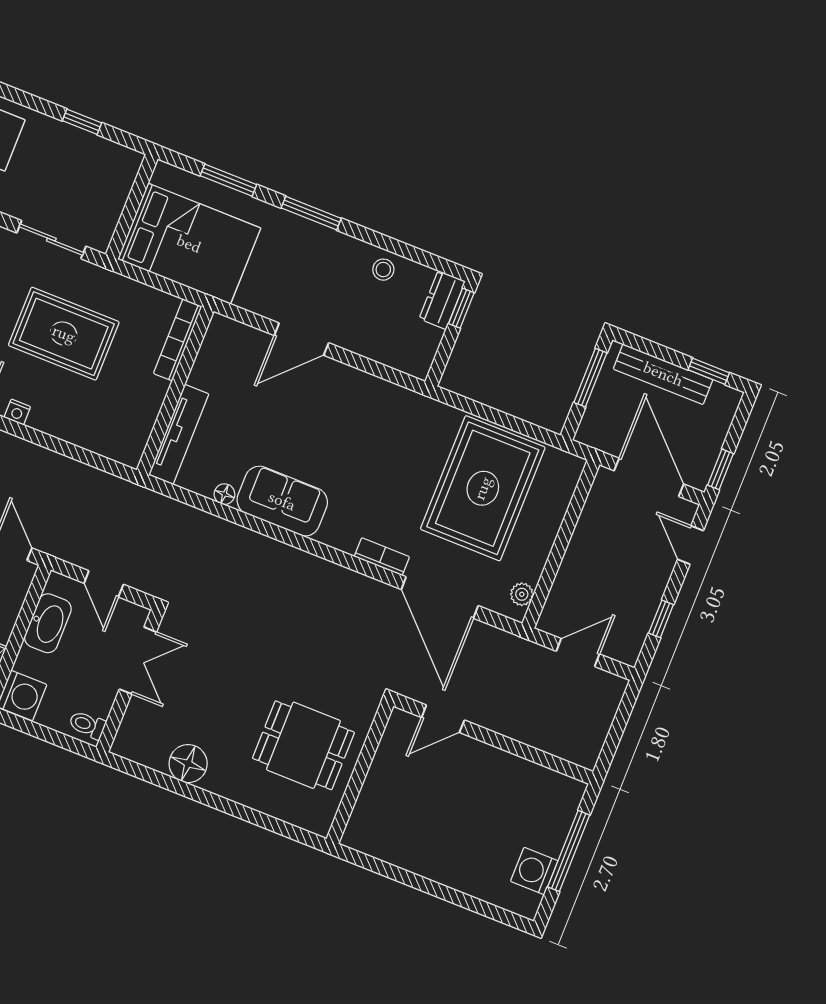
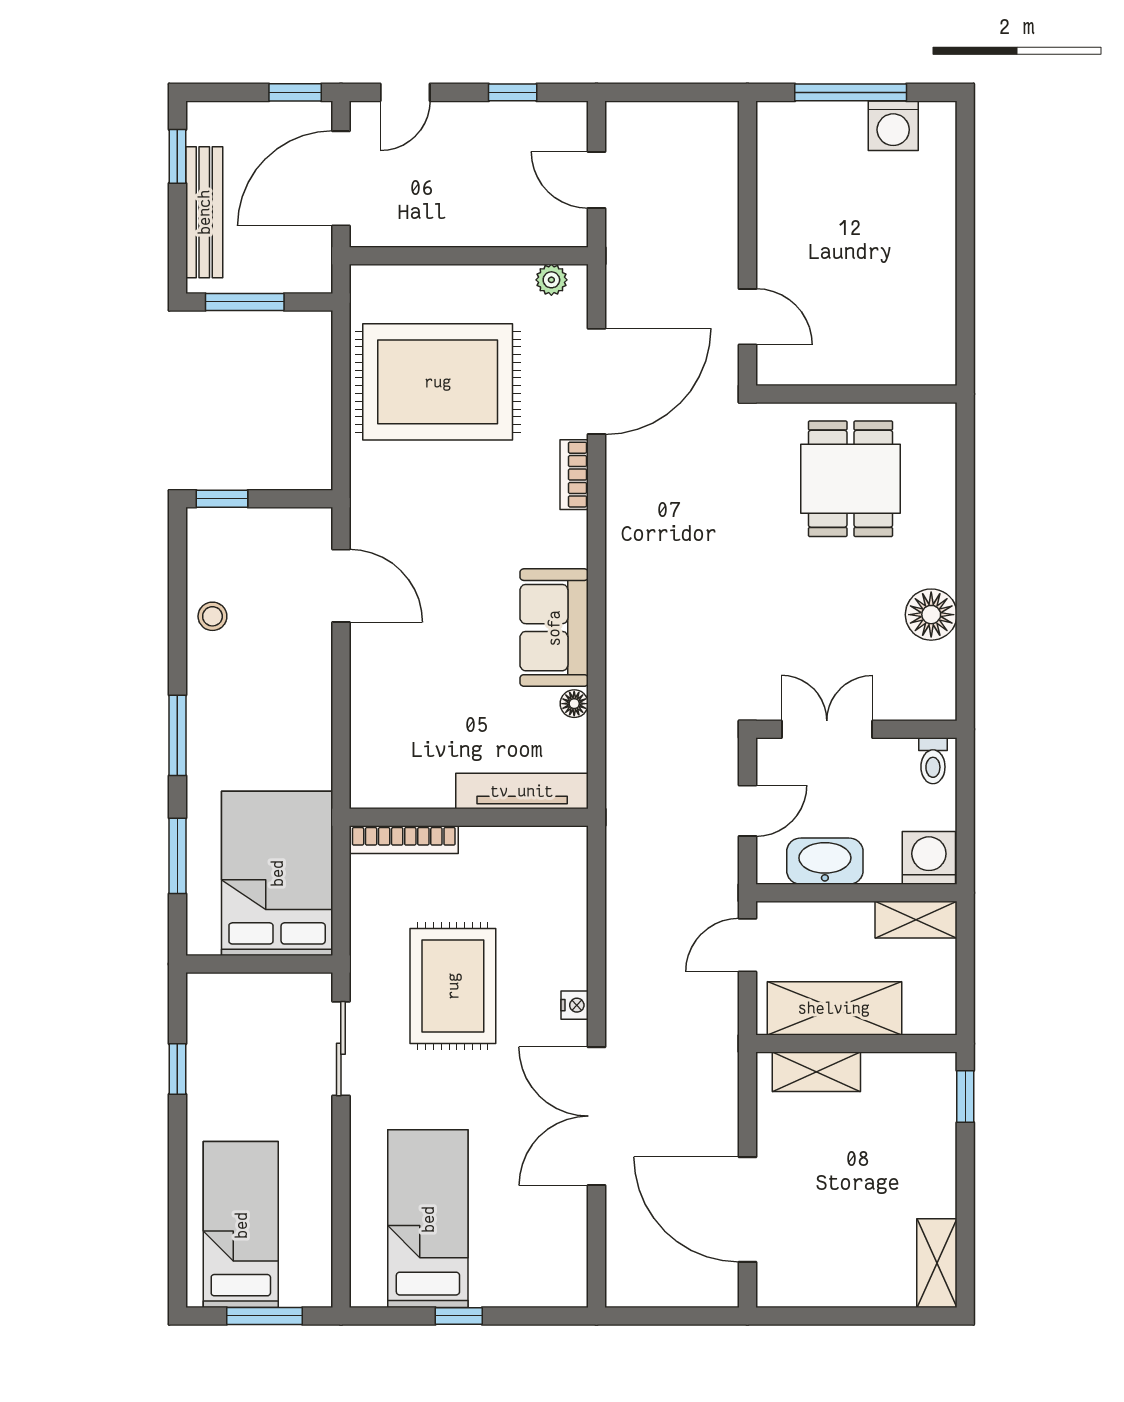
dresser: (442, 300) -> (221, 527), removed
door: (301, 339) -> (341, 586), moved

